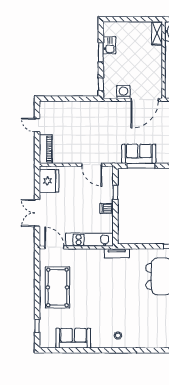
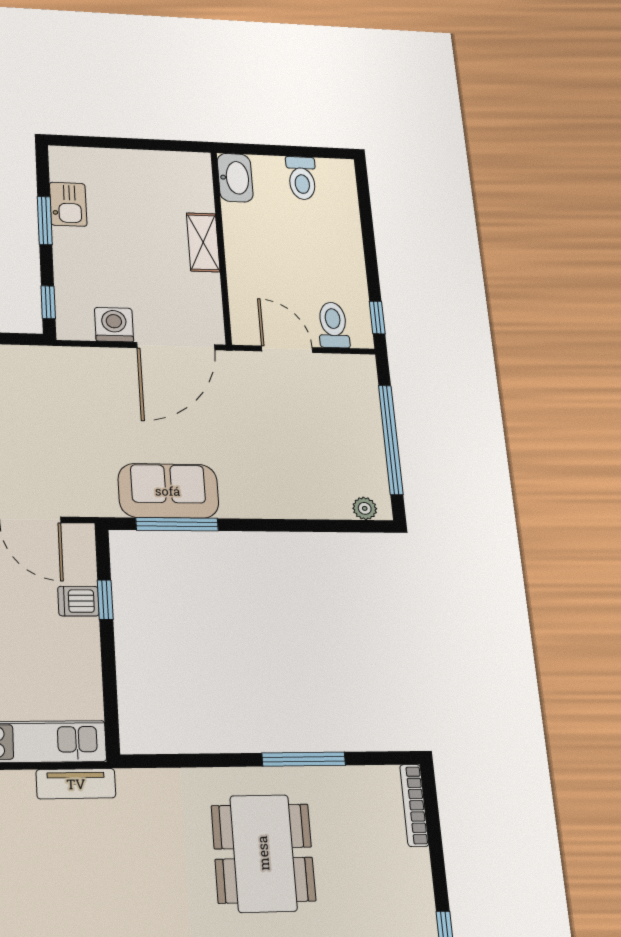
shelving: (157, 33) -> (203, 242), moved
dishwasher: (107, 208) -> (78, 601), moved
tv unit: (117, 253) -> (76, 784), moved

